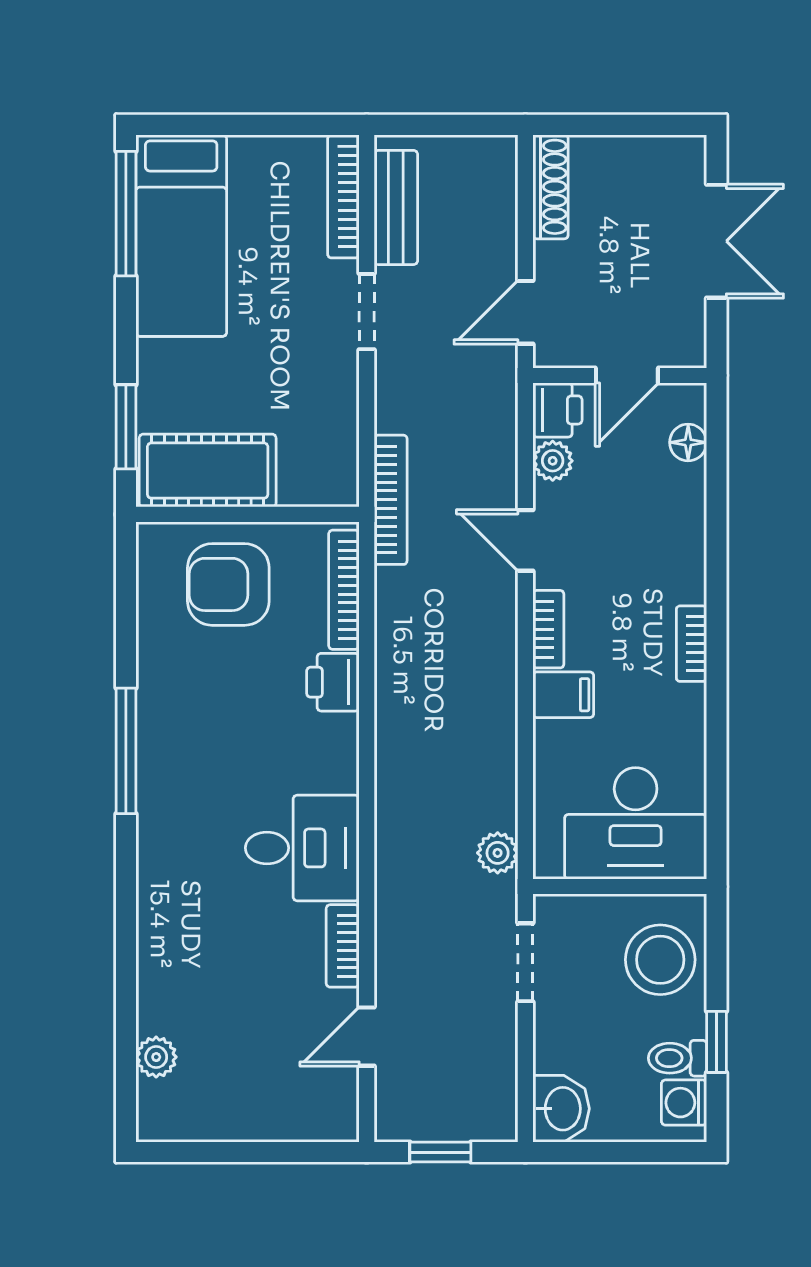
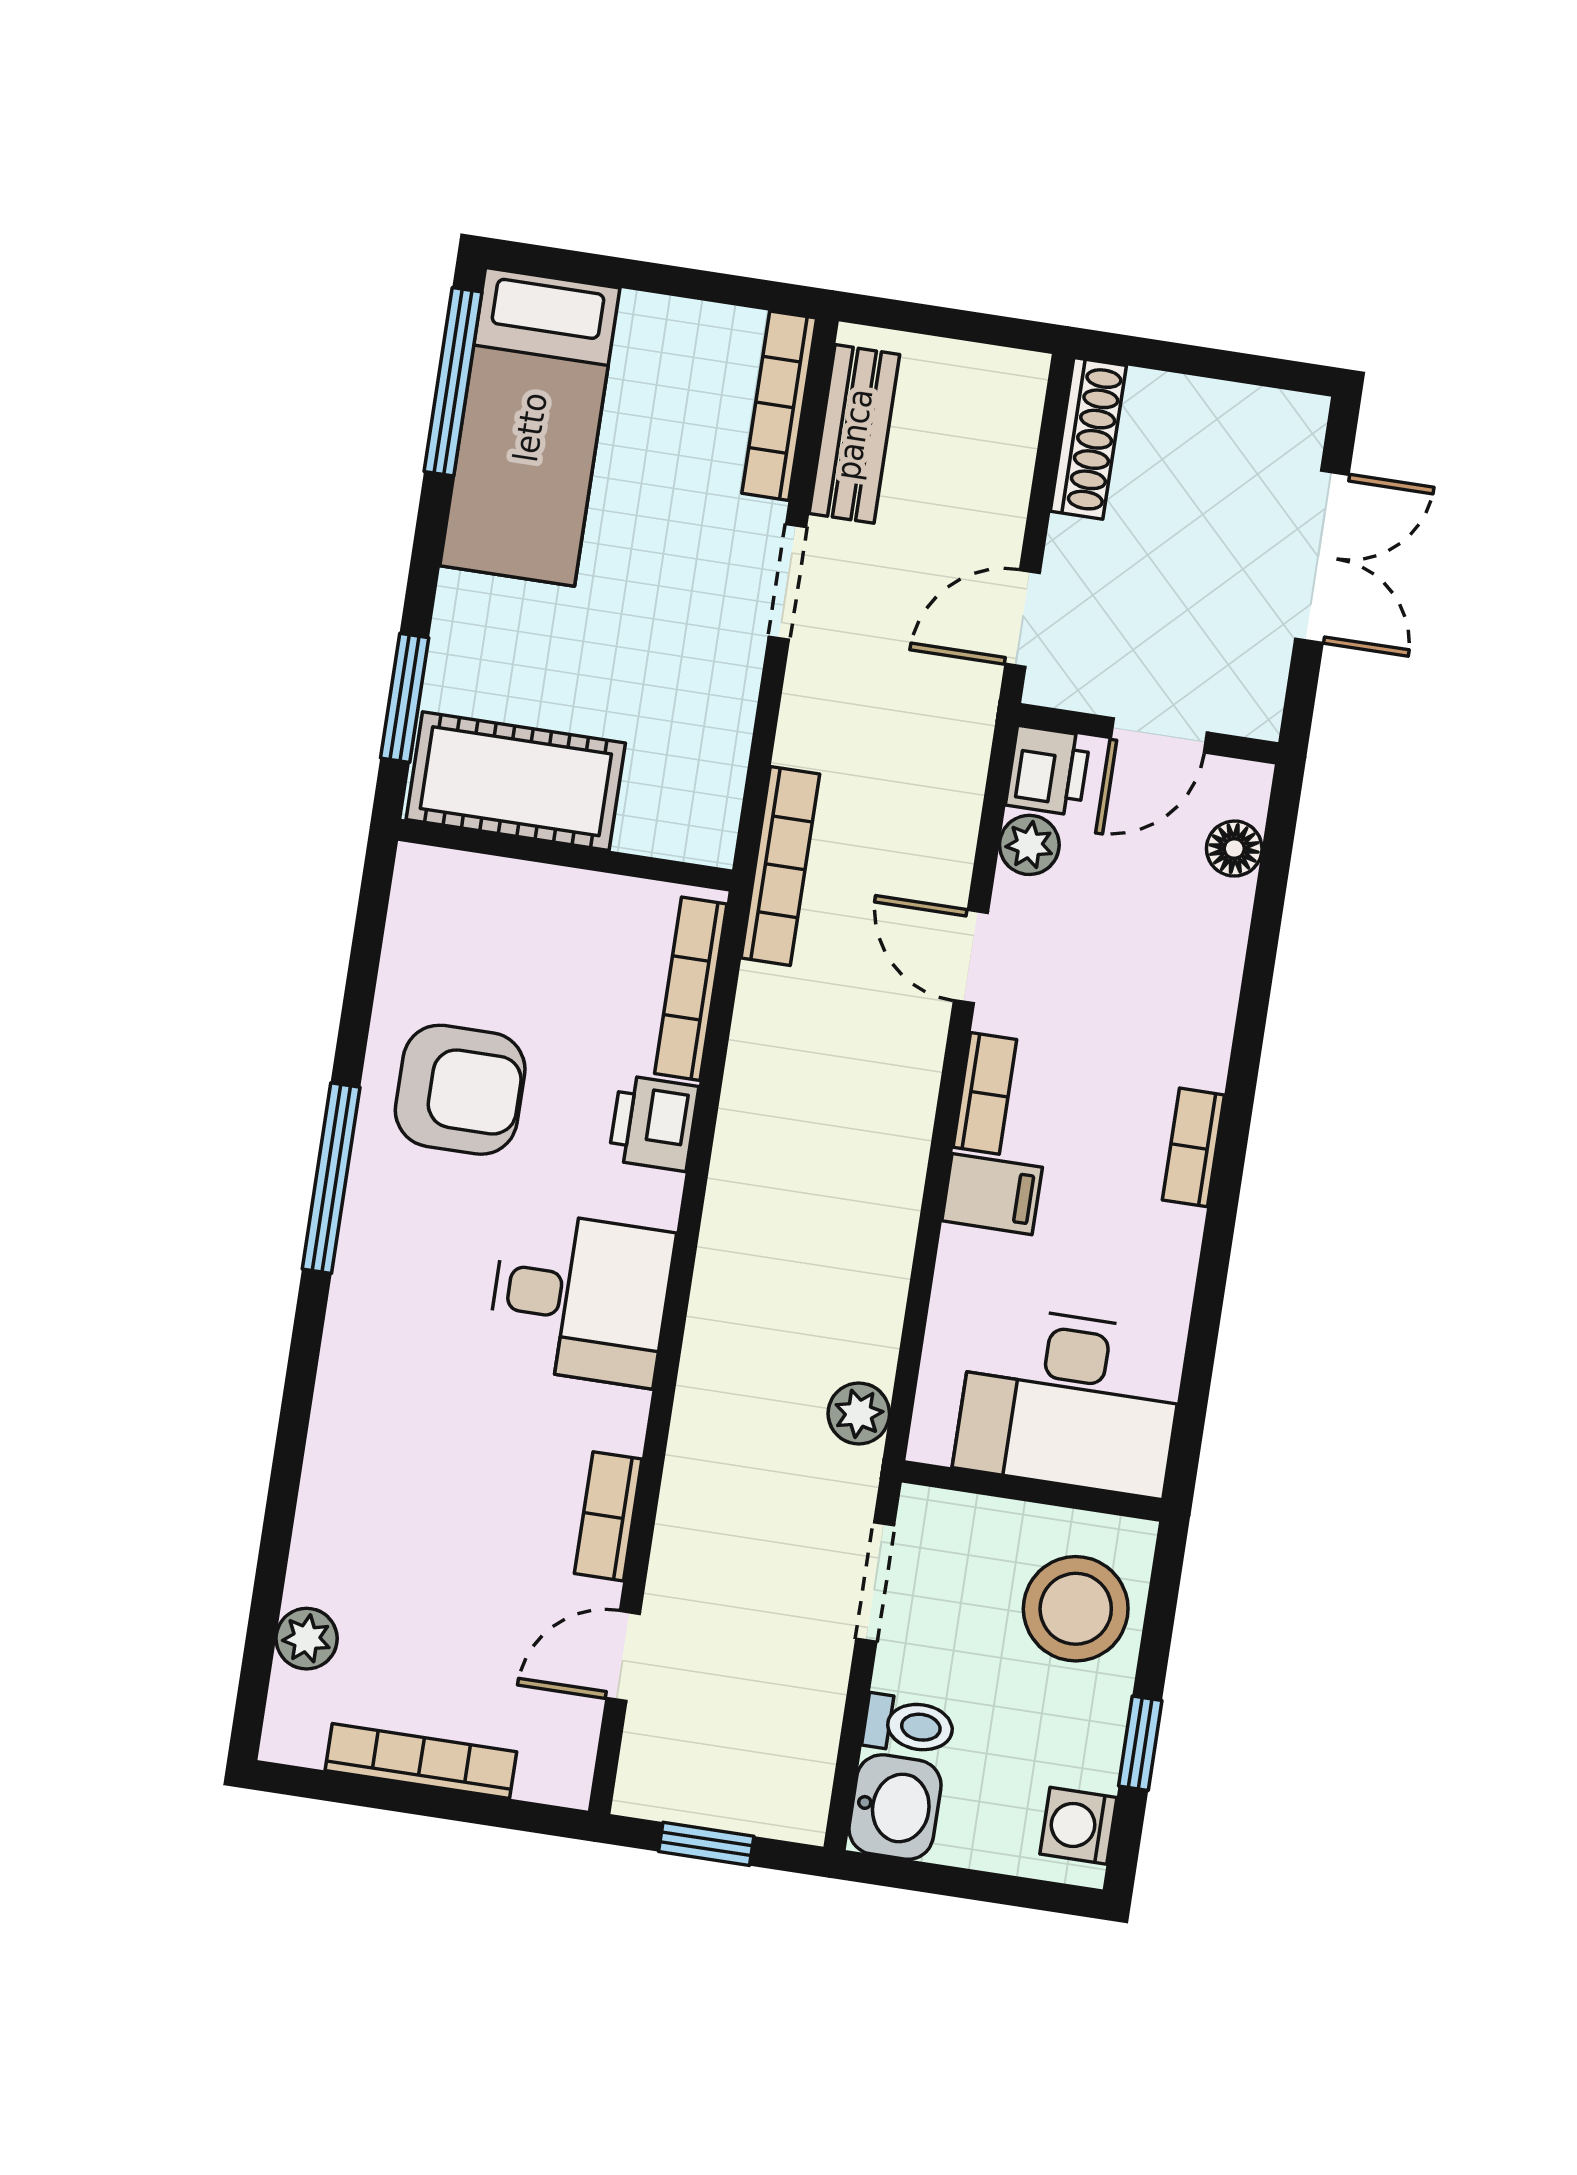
armchair: (228, 584) -> (460, 1090), moved, turned 180
desk: (302, 848) -> (580, 1298), moved
toilet: (677, 1058) -> (909, 1725), moved, turned 180
bookcase: (244, 1126) -> (421, 1761), added

